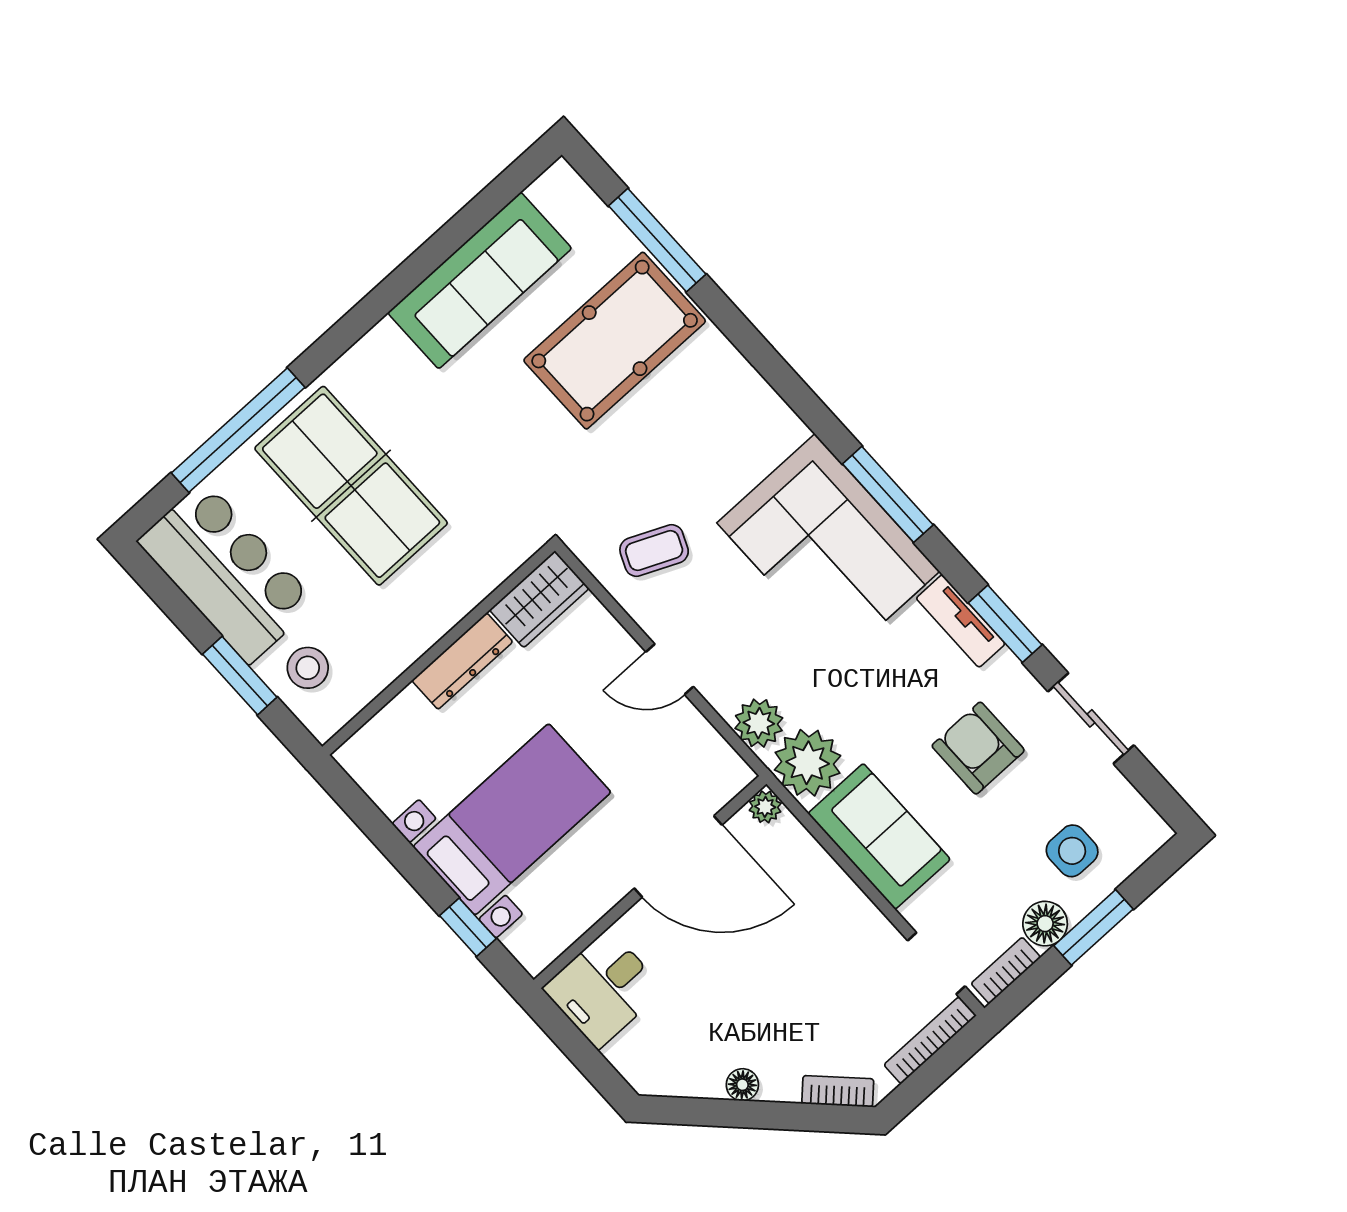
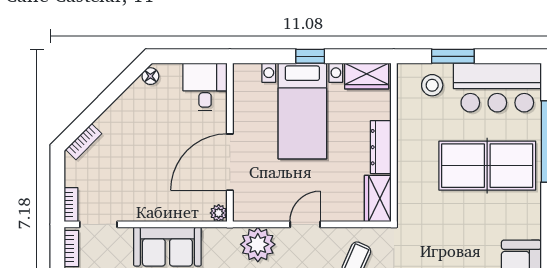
plant: (759, 723) -> (258, 244), width x1.36, depth x1.36
plant: (808, 763) -> (221, 245), removed
wardrobe: (379, 773) -> (367, 76), added
window: (468, 927) -> (310, 56), moved
bookcase: (930, 1040) -> (71, 205), width x0.64
floor lamp: (742, 1085) -> (150, 76), moved

